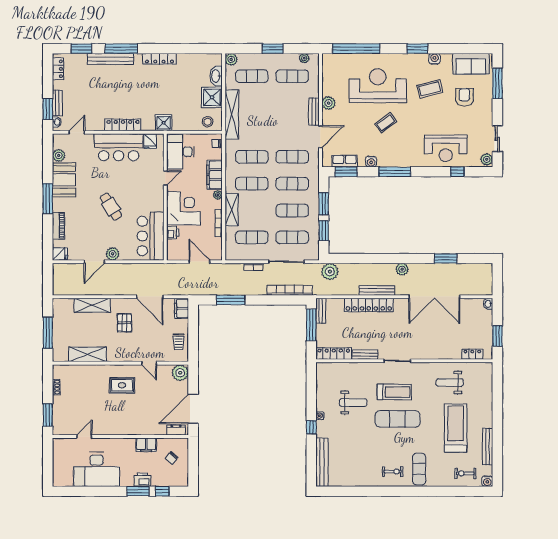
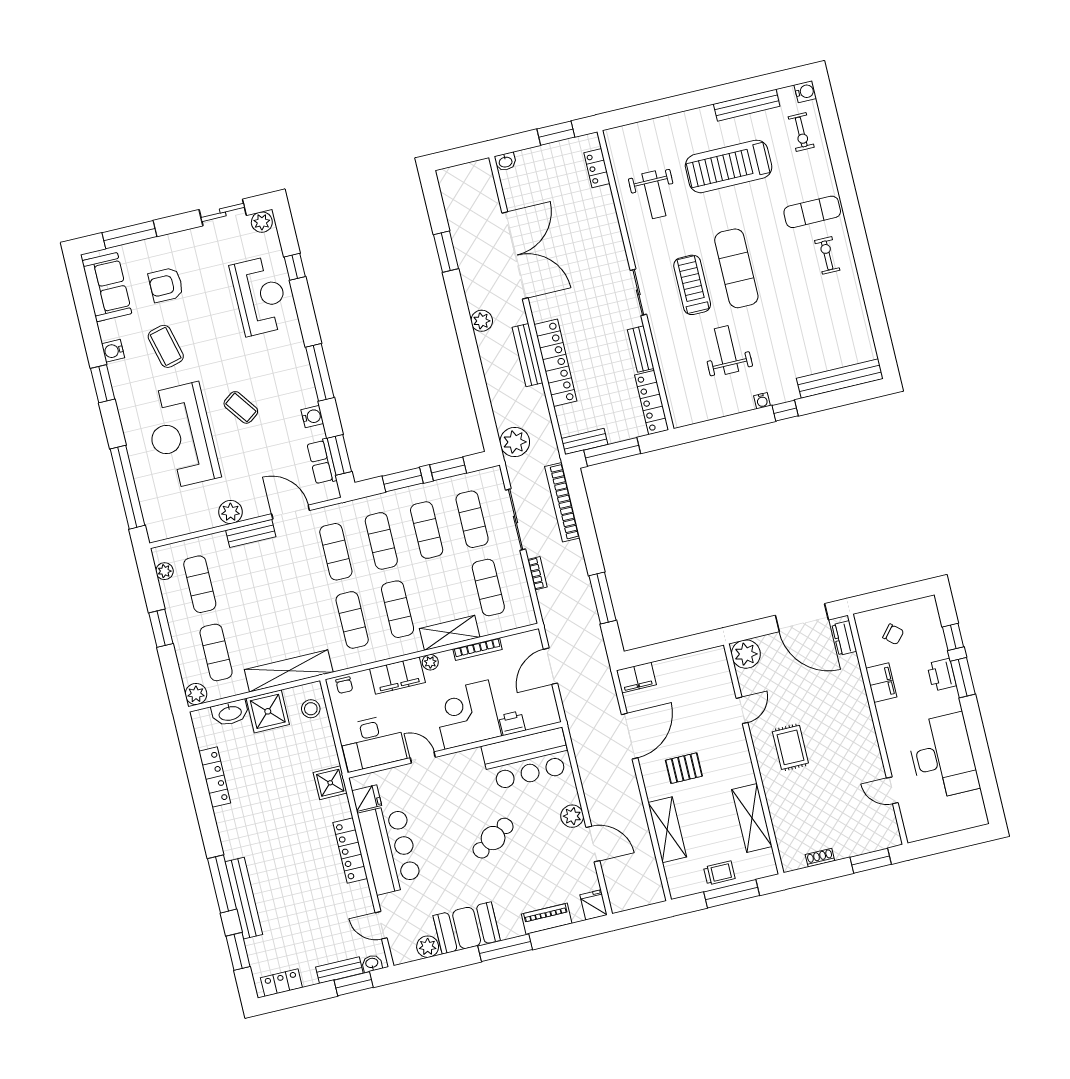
locker: (159, 59) -> (215, 777), moved
trolley: (179, 342) -> (719, 873), moved

